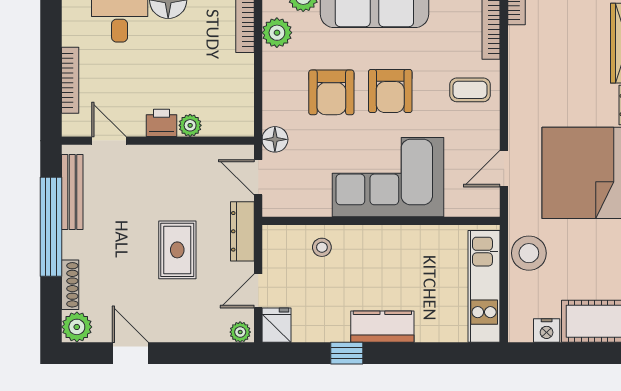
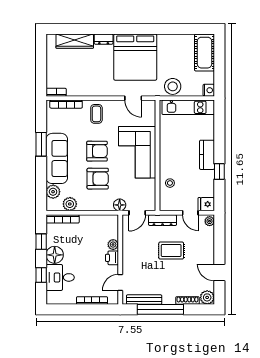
nightstand: (547, 330) -> (209, 90), moved
door: (130, 353) -> (219, 272), hinge flipped

